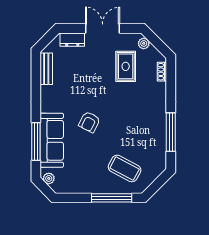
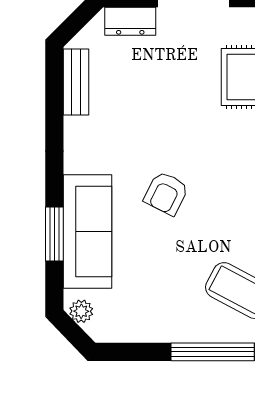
window: (36, 141) -> (54, 234), width x0.69

